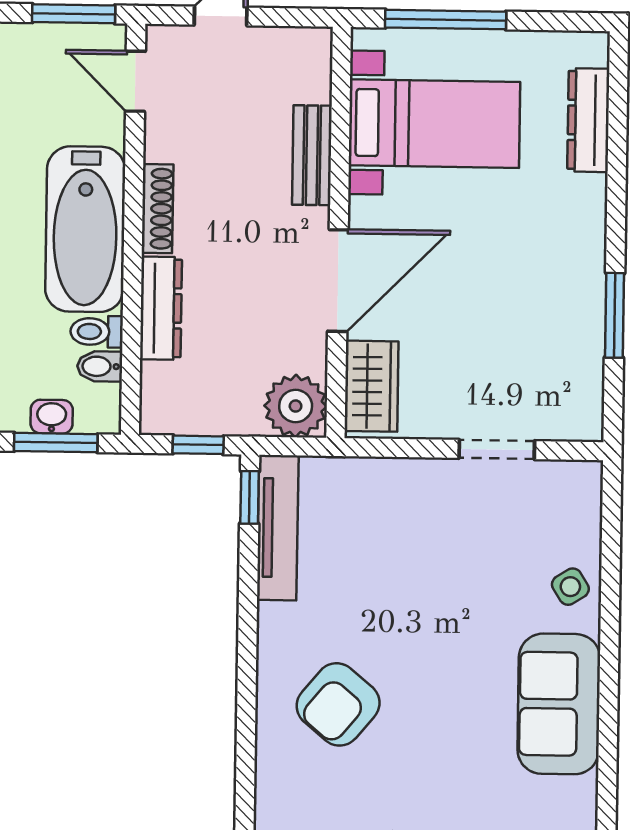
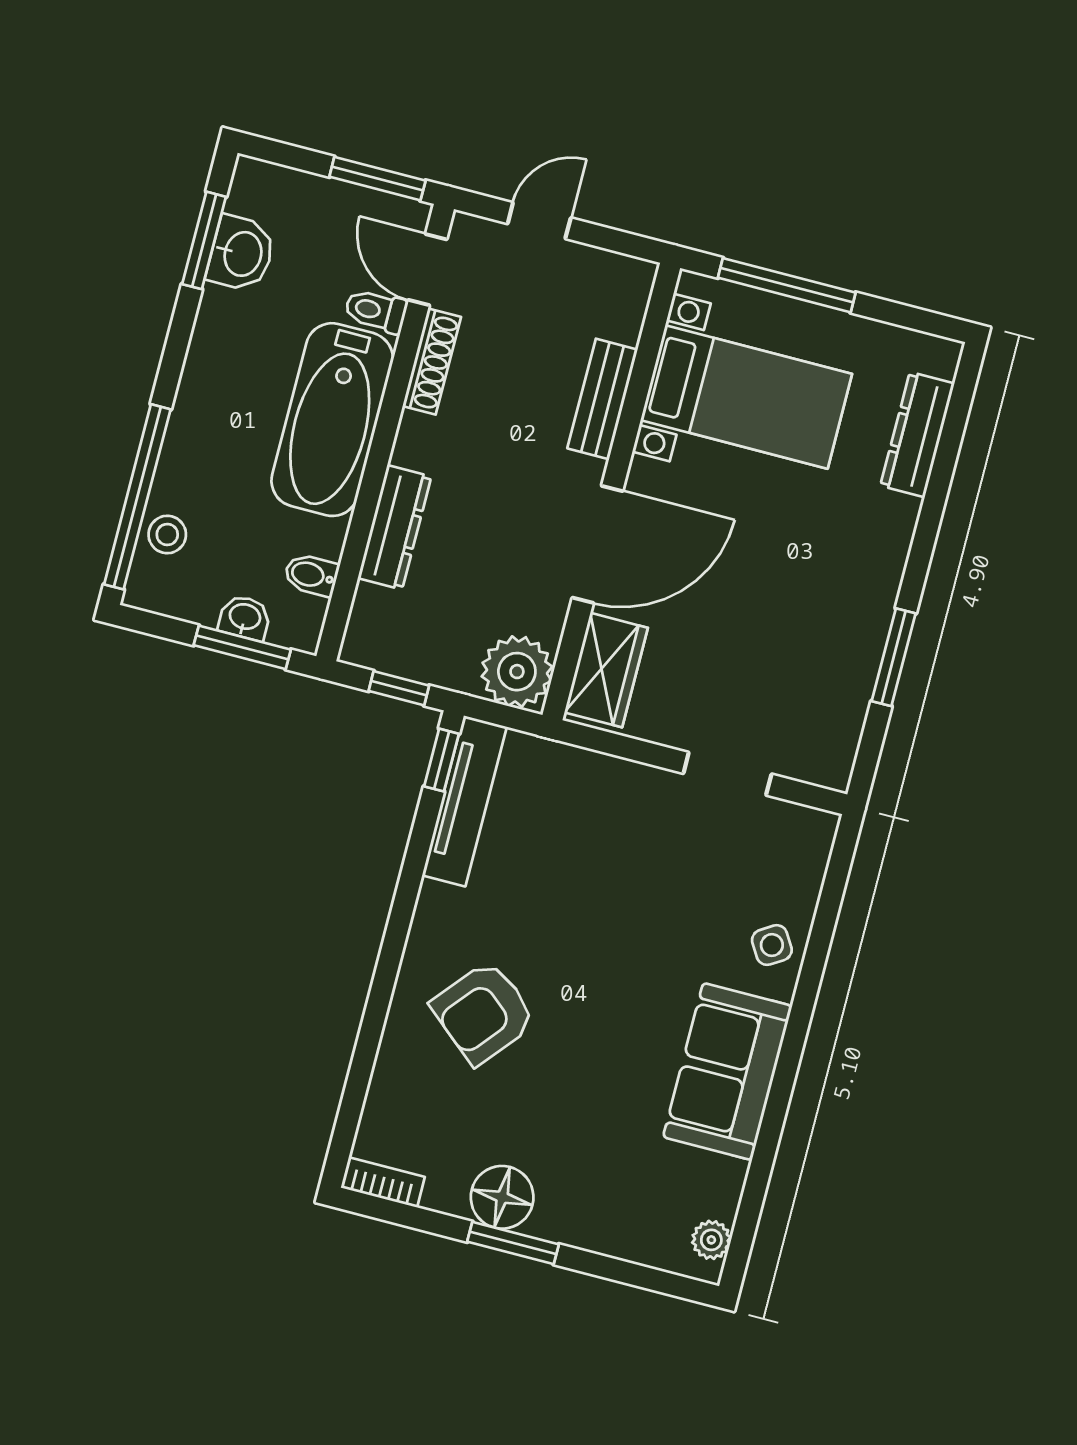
shoe rack: (157, 209) -> (432, 361), moved
toilet: (97, 332) -> (376, 311), moved

